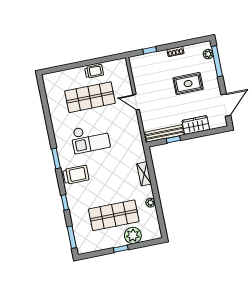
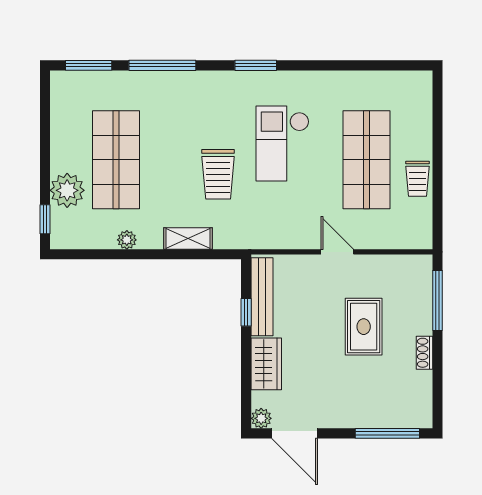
window: (150, 50) -> (438, 300), width x2.17
plant: (208, 54) -> (261, 418), moved
rug: (188, 84) -> (364, 327), moved
door: (136, 102) -> (337, 252), hinge flipped
trolley: (76, 175) -> (218, 174), moved
window: (65, 202) -> (162, 65), width x2.17
window: (121, 249) -> (45, 219), moved

